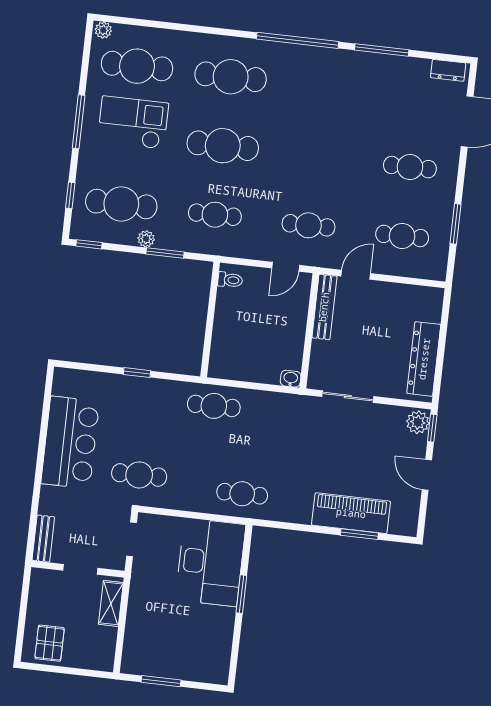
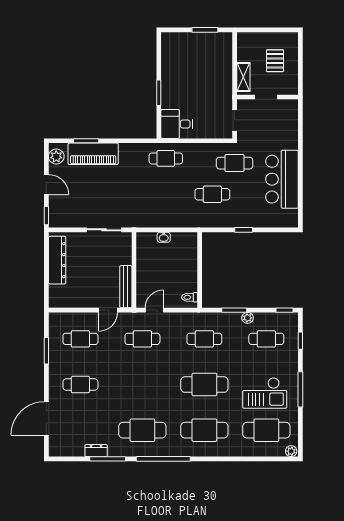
dresser: (448, 70) -> (96, 451), moved
cafe table: (324, 87) -> (142, 430), added
cafe table: (121, 204) -> (266, 339), width x0.73, depth x0.74
washbasin: (291, 379) -> (164, 237), moved
cafe table: (214, 406) -> (212, 194), moved
plant: (418, 422) -> (56, 157), moved
bench: (43, 539) -> (292, 114), removed
desk: (210, 562) -> (177, 124), width x0.53, depth x0.77
pallet: (50, 643) -> (275, 61), moved

